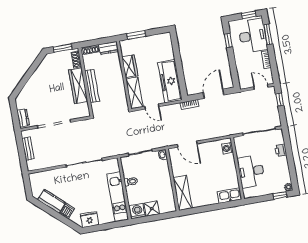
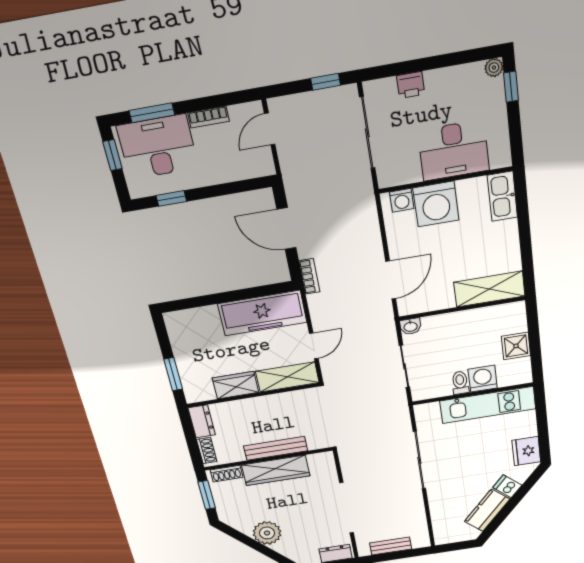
plant: (37, 80) -> (267, 533), added
window: (280, 100) -> (326, 82), moved
washing machine: (226, 164) -> (436, 204), added
washing machine: (137, 211) -> (483, 379), moved, turned 90

